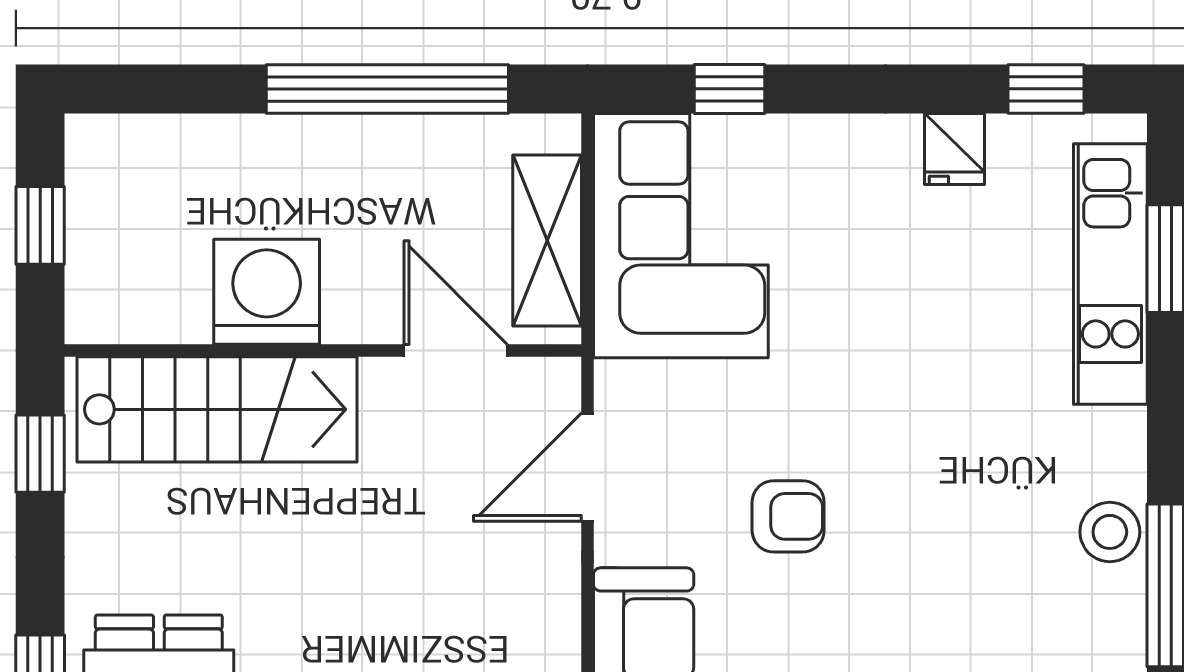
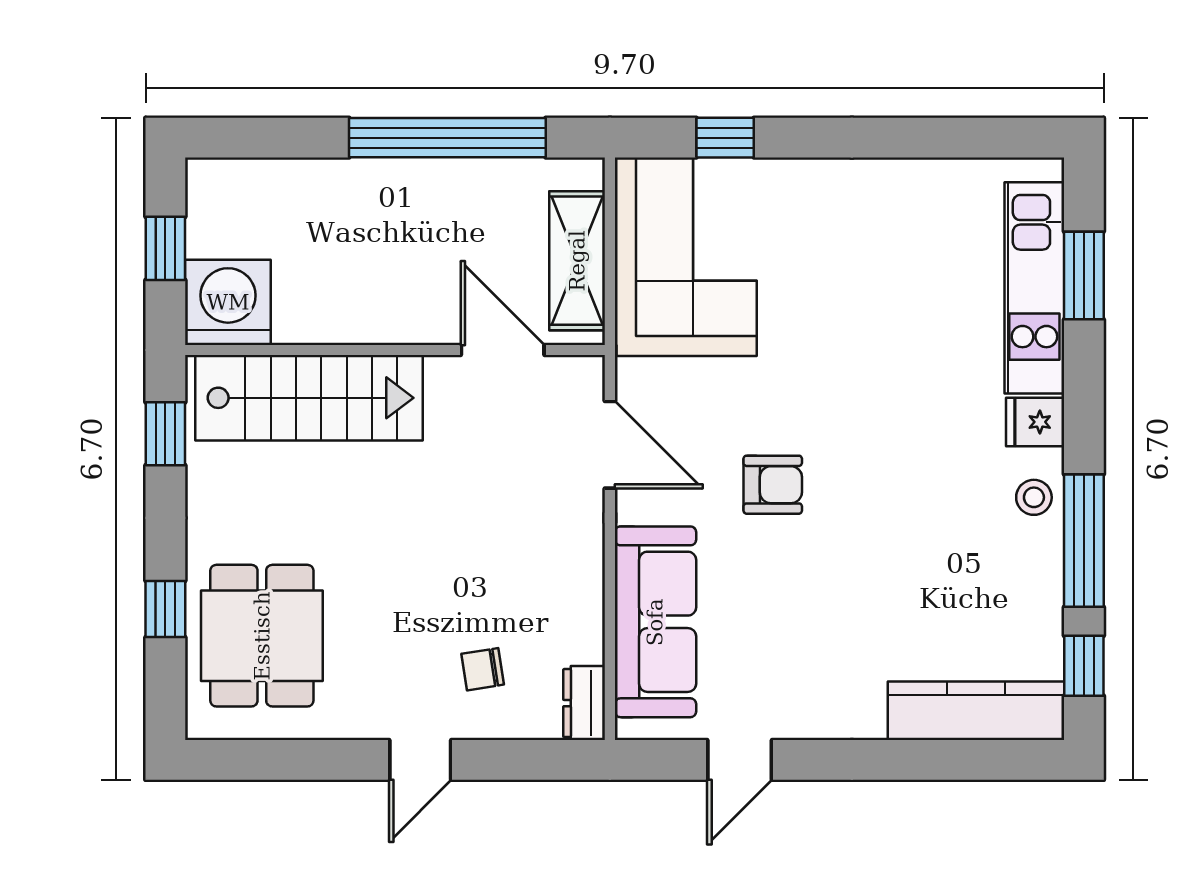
window: (1046, 89) -> (982, 138), removed
fridge: (954, 149) -> (1035, 422), moved, turned 90
washing machine: (267, 292) -> (228, 302), moved
door: (588, 467) -> (610, 445), swing flipped
stool: (1110, 532) -> (1034, 497), width x0.73, depth x0.73

